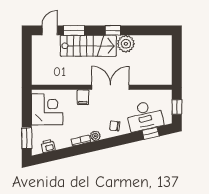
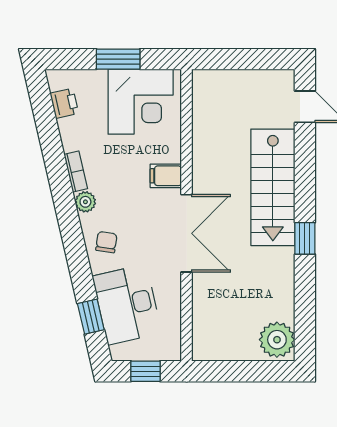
window: (74, 30) -> (305, 157), removed
plant: (126, 44) -> (277, 340), moved
window: (27, 138) -> (118, 59), moved

